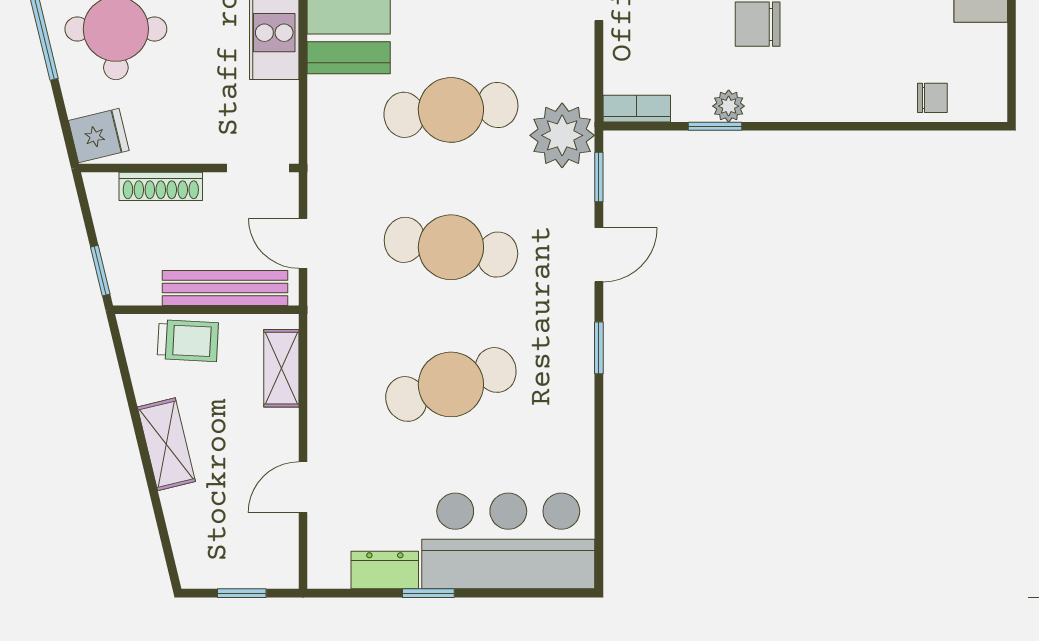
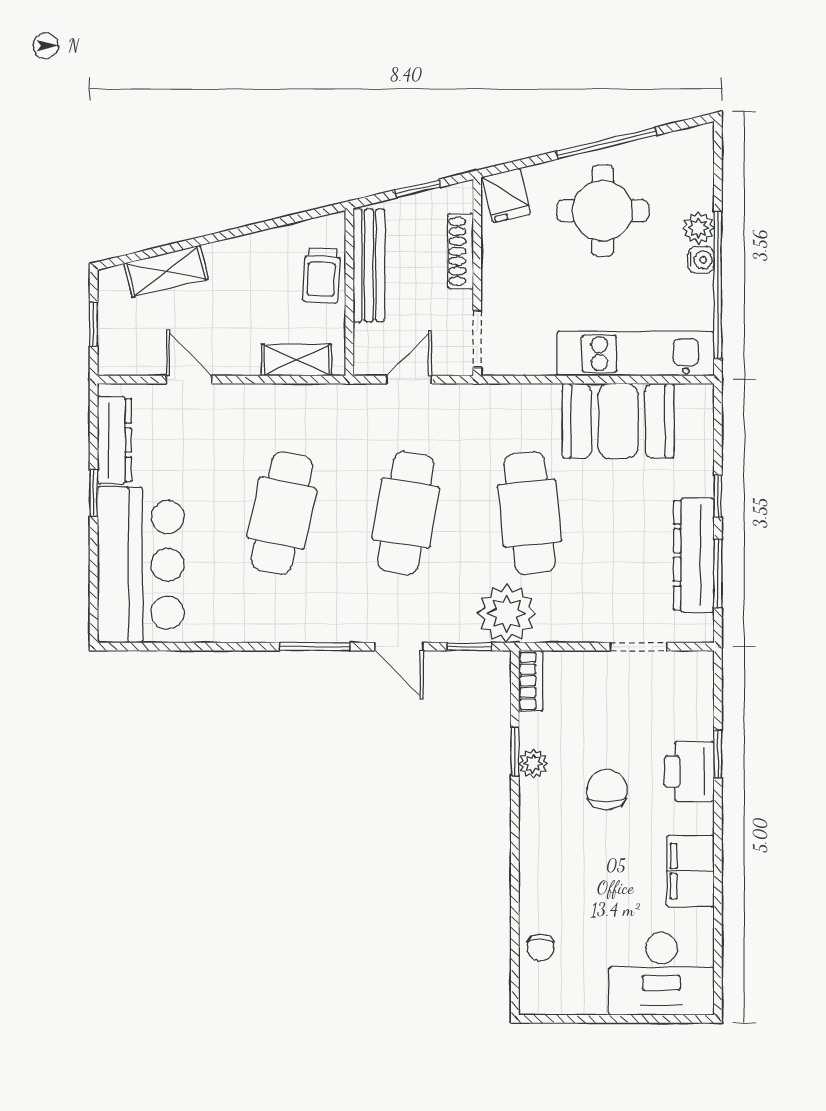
window: (100, 271) -> (418, 189), moved
bench: (225, 288) -> (369, 265), moved
window: (599, 348) -> (315, 647), width x1.50
cafe table: (451, 384) -> (282, 513), turned 30
shelving: (166, 444) -> (166, 271), moved
dresser: (385, 570) -> (114, 440), width x1.44

